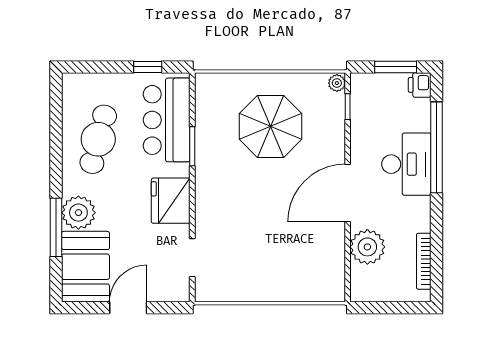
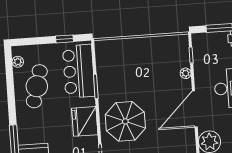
plant: (337, 83) -> (186, 73), moved
parasol: (270, 126) -> (125, 121), moved
plant: (78, 213) -> (18, 62), moved, width x0.53, depth x0.53

